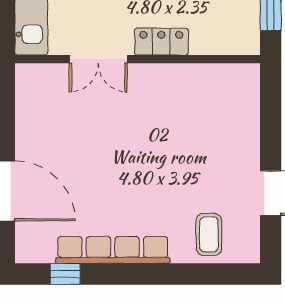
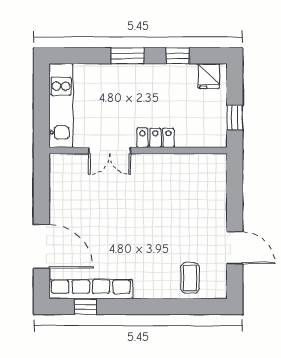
row of seats: (113, 250) -> (91, 289), moved

